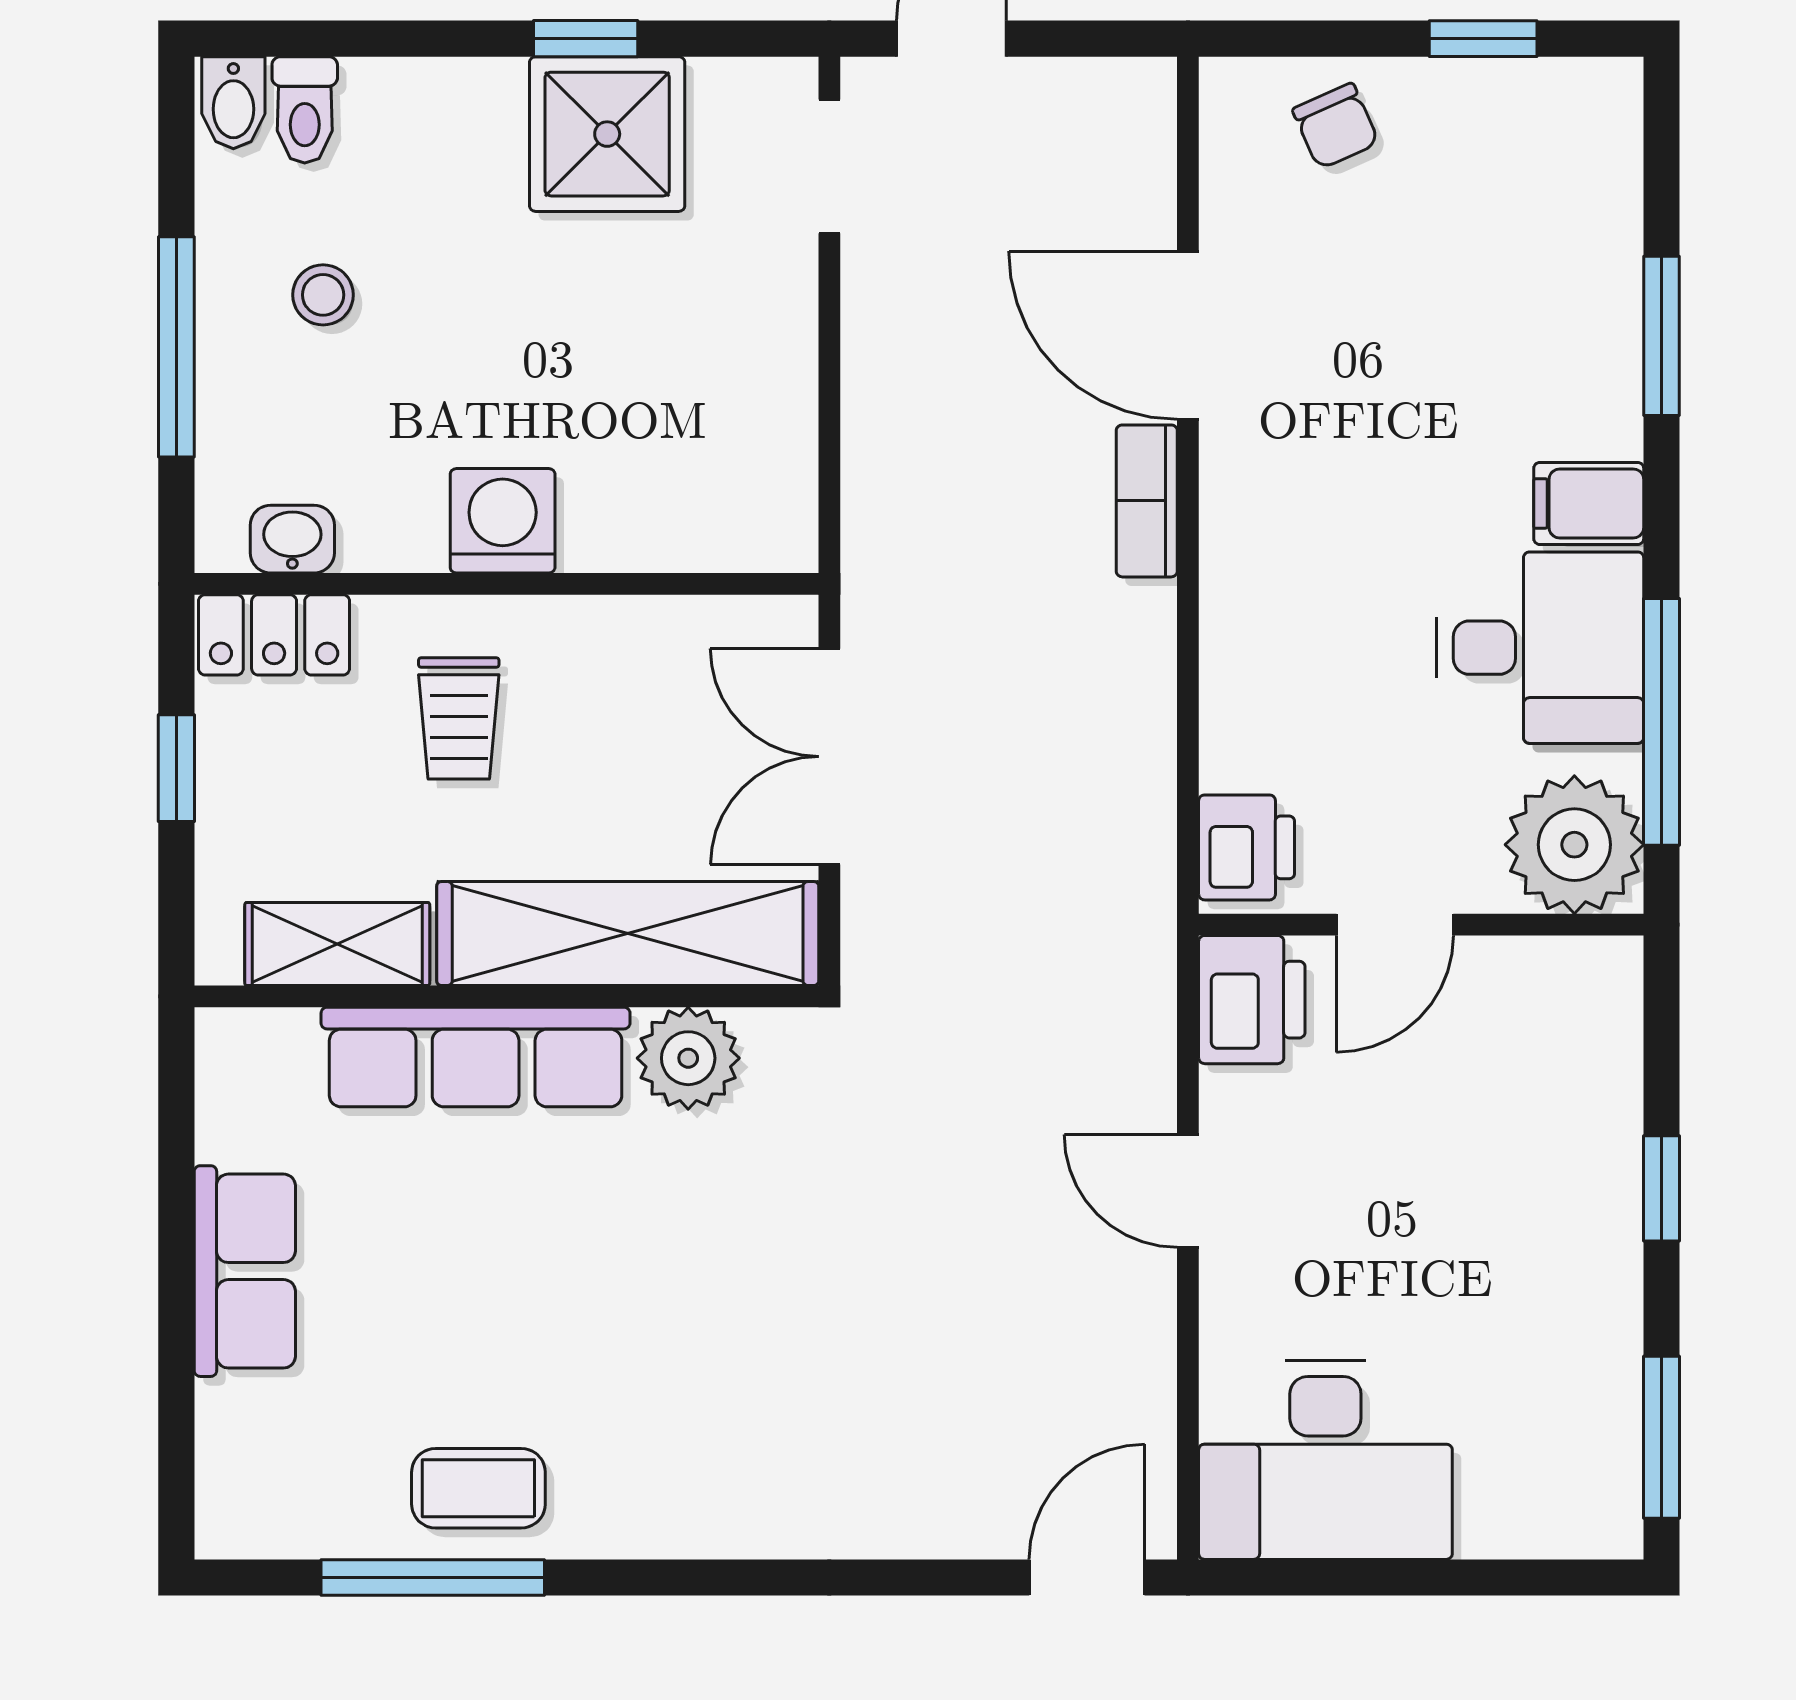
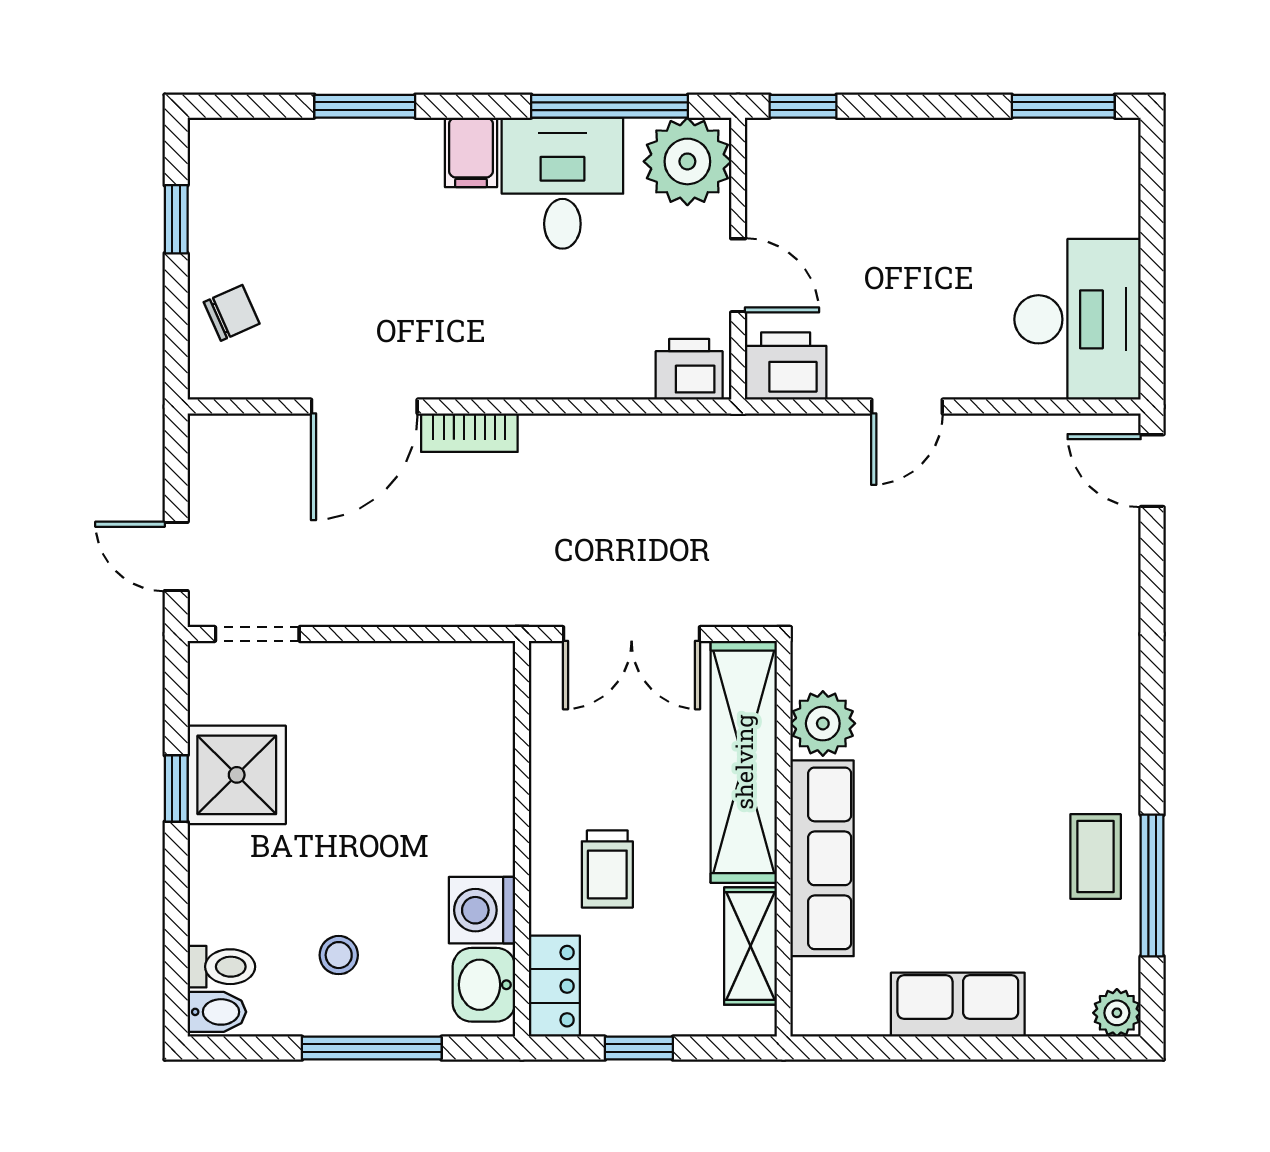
washing machine: (503, 521) -> (482, 910), moved
washbasin: (292, 539) -> (484, 985), width x1.38, depth x1.45
trolley: (459, 718) -> (607, 869), turned 90
window: (1661, 1188) -> (803, 106), moved
plant: (232, 1522) -> (1117, 1013), added

